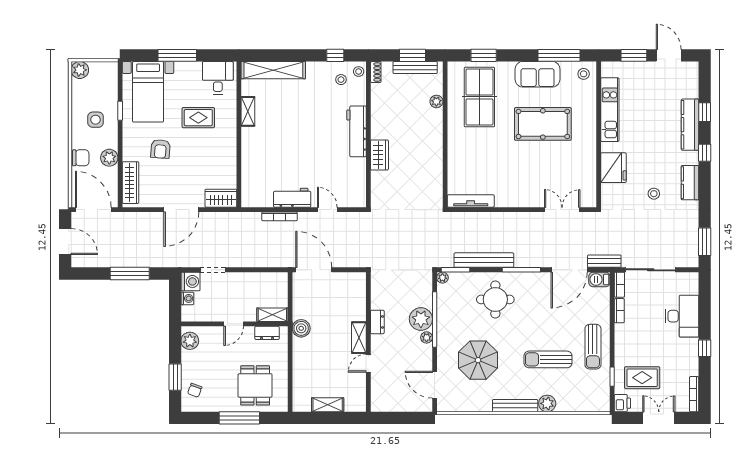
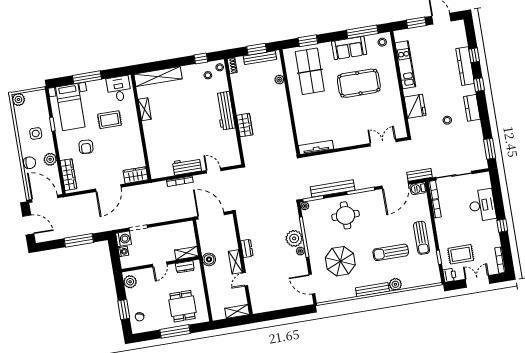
dresser: (377, 322) -> (247, 248), moved
shelving: (359, 338) -> (235, 262), moved
wall: (368, 342) -> (243, 264), moved
door: (368, 363) -> (245, 279), moved

